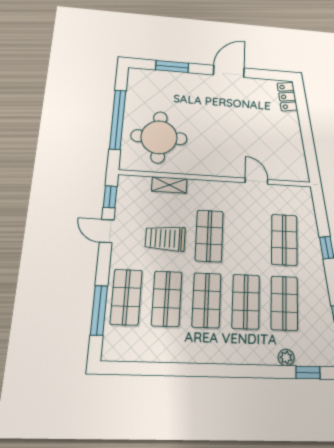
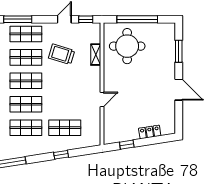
locker: (287, 97) -> (150, 132), moved
window: (309, 149) -> (127, 145), added
door: (256, 181) -> (102, 99), moved
shop shelf: (209, 236) -> (65, 81), removed
trolley: (165, 238) -> (62, 54), turned -73

